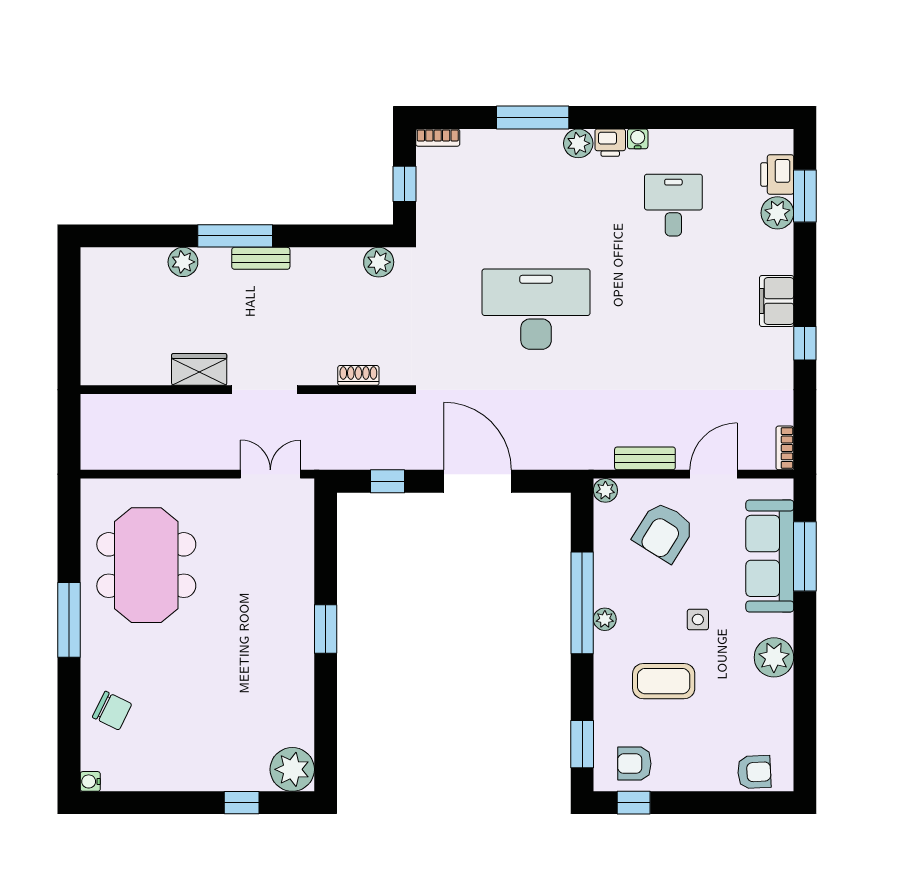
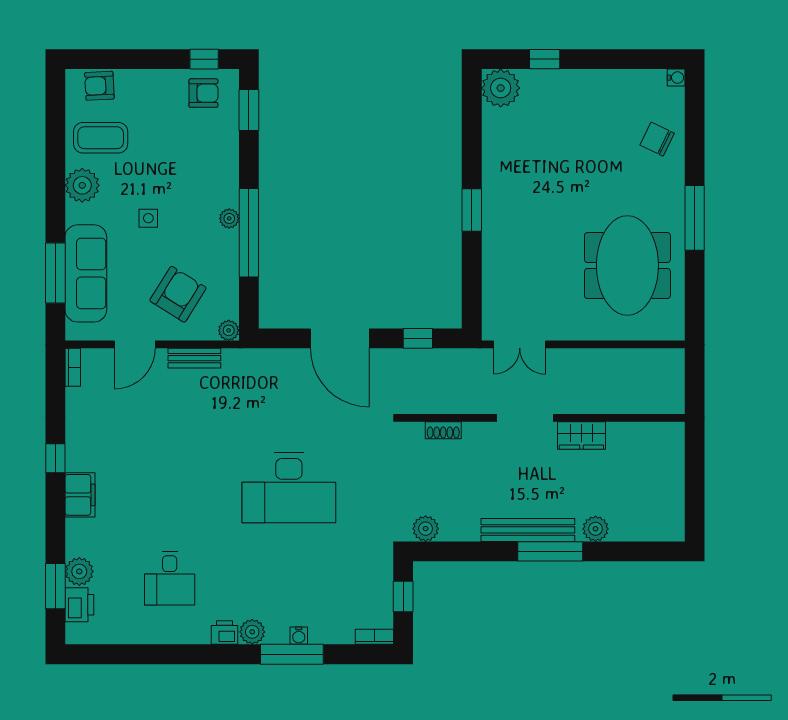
water cooler: (638, 139) -> (299, 636), moved
bench: (261, 258) -> (528, 530), width x1.86, depth x1.21
coffee table: (664, 681) -> (101, 138), moved

